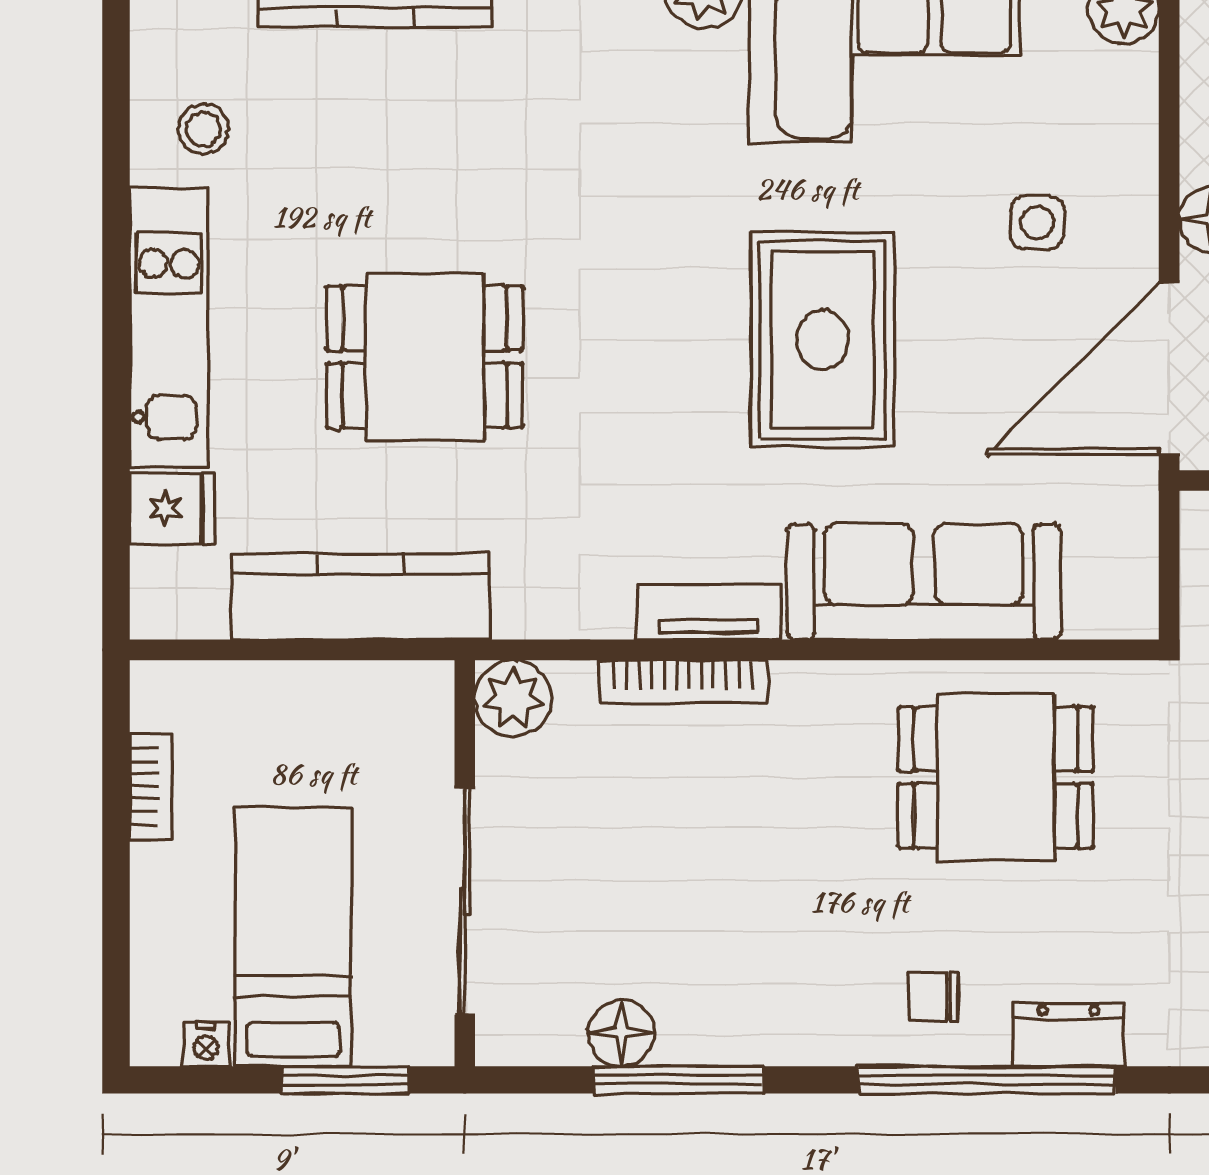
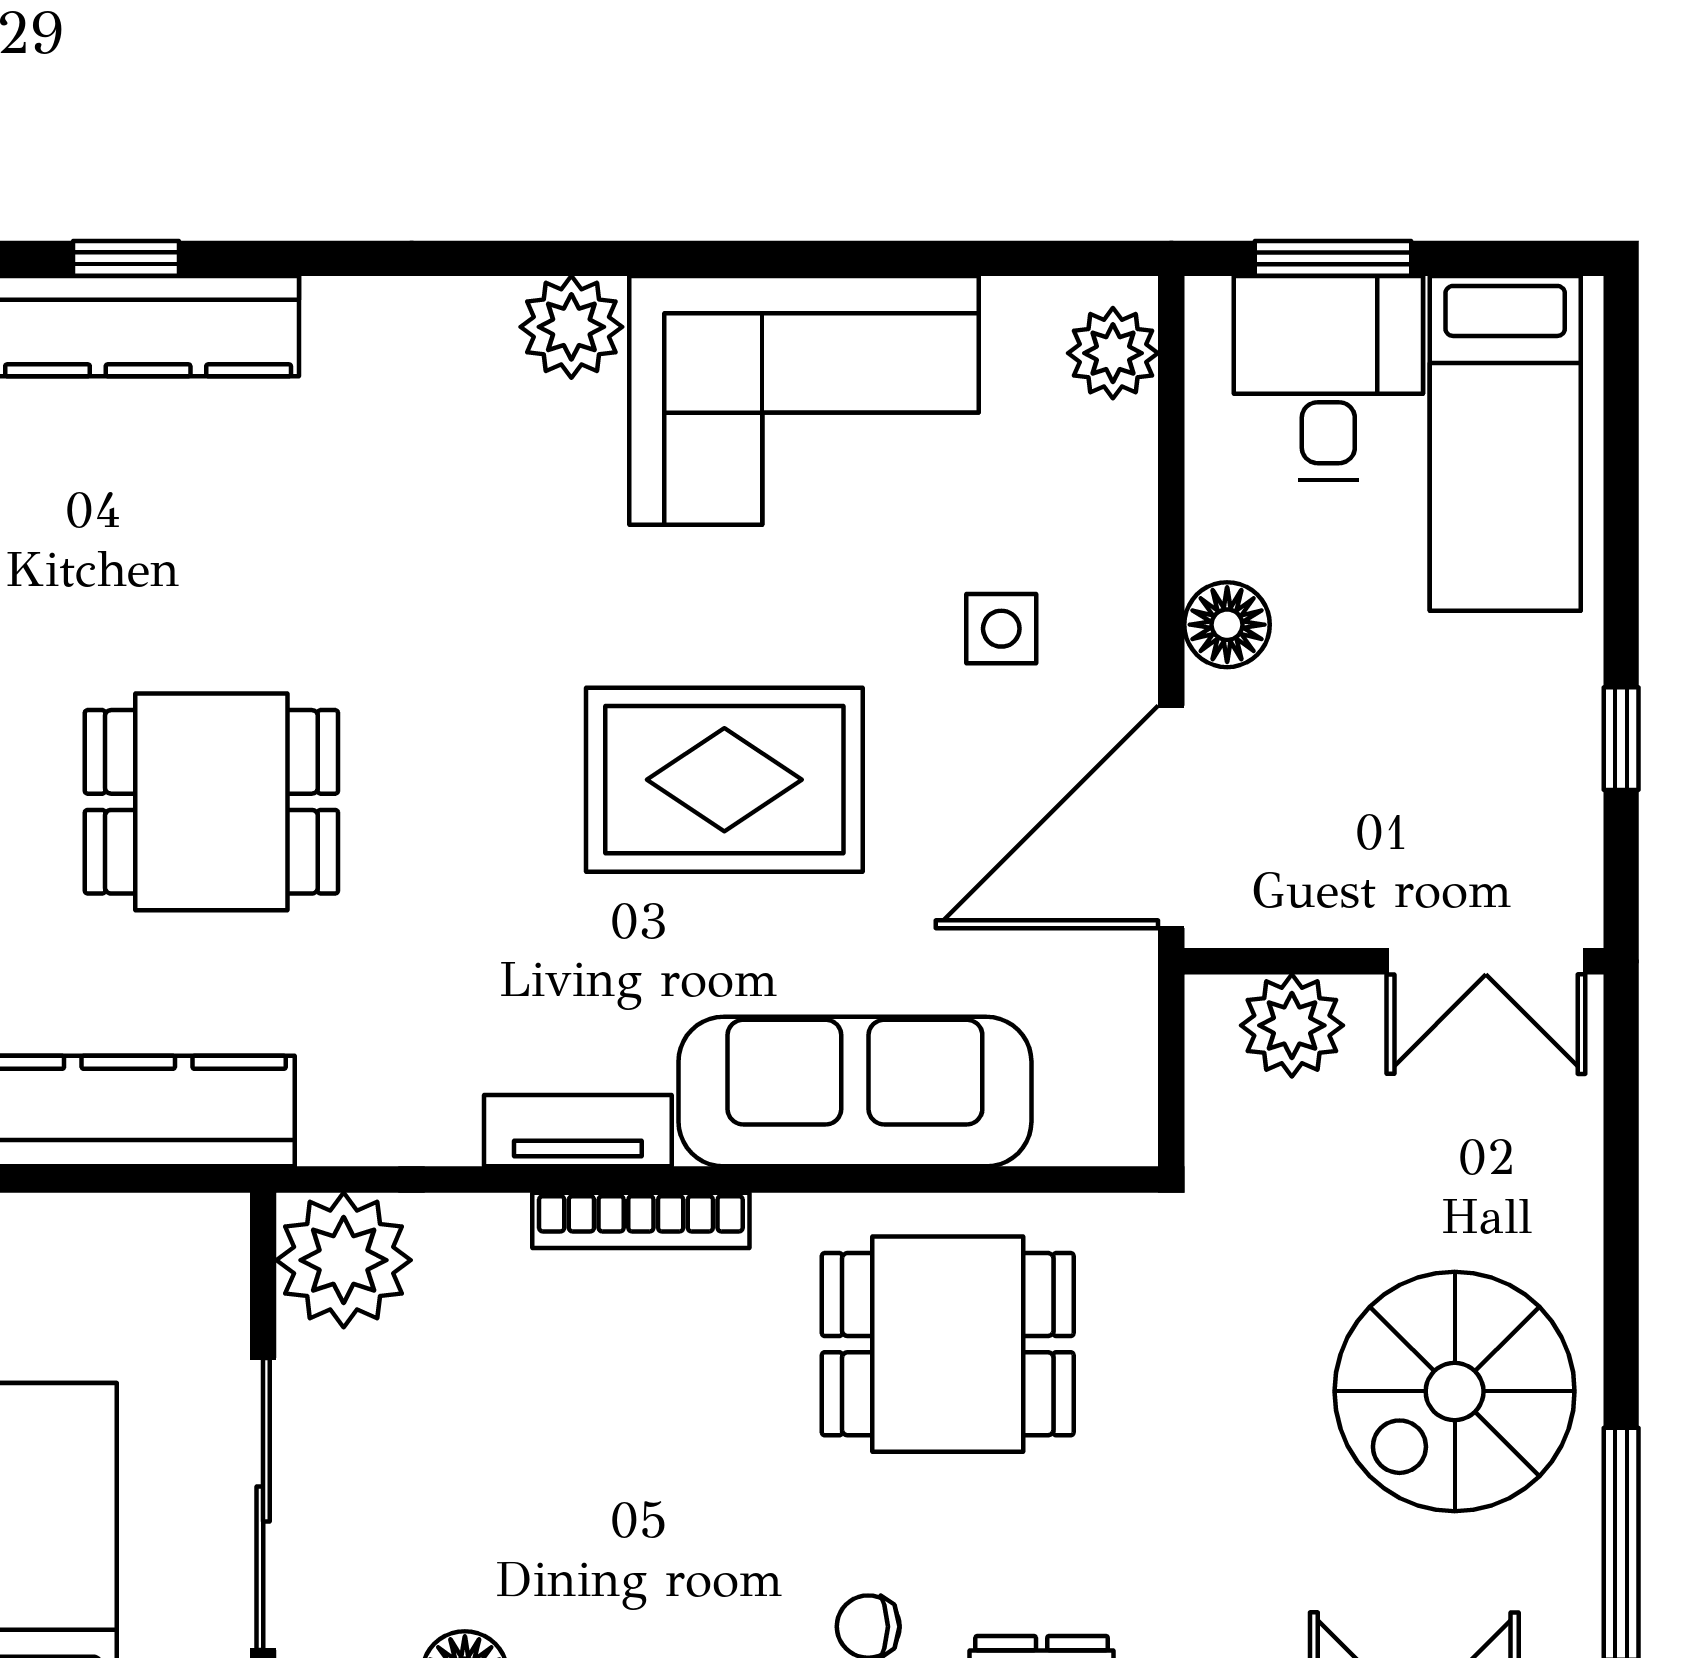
rug: (823, 340) -> (724, 780), turned 90
bookcase: (683, 682) -> (641, 1220), moved
plant: (513, 698) -> (344, 1260), width x1.36, depth x1.36

